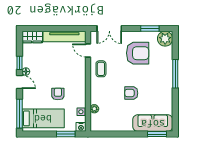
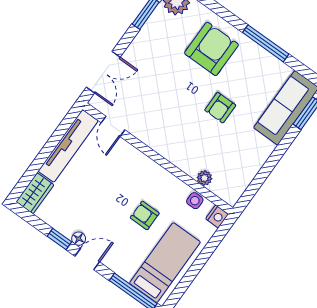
door: (88, 50) -> (113, 126), hinge flipped
armchair: (138, 53) -> (211, 49), moved
coffee table: (101, 69) -> (153, 127), removed
window: (175, 74) -> (266, 43), moved
window: (66, 134) -> (211, 246), removed

